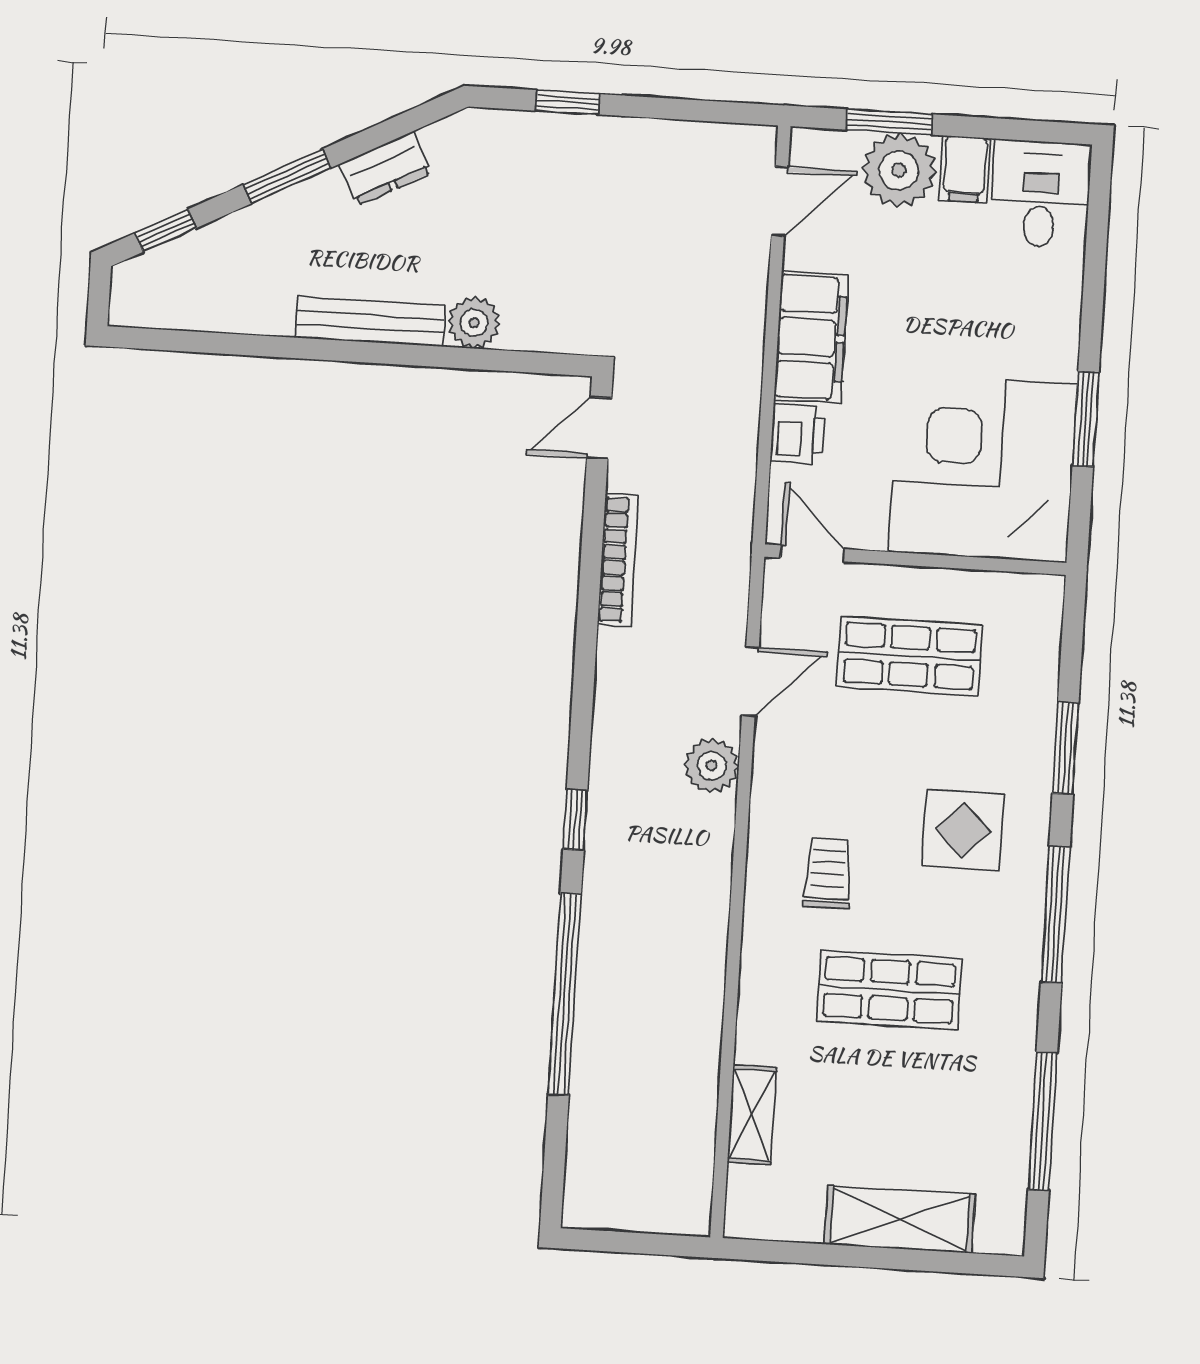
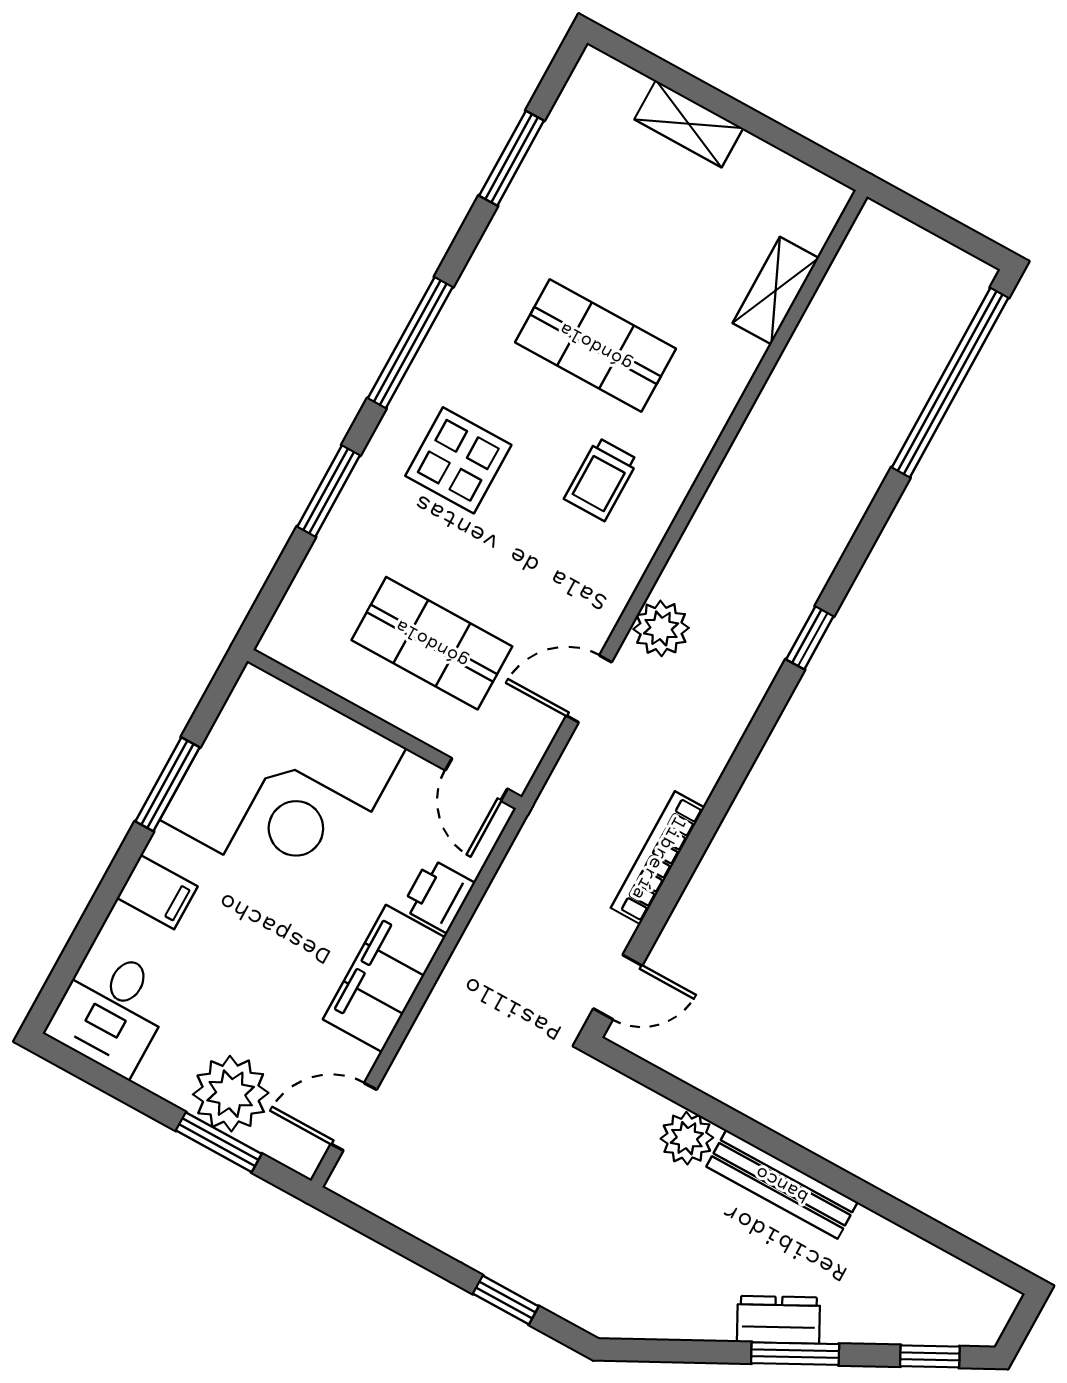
dresser: (385, 168) -> (779, 1320), moved
filing cabinet: (965, 169) -> (157, 892), moved, turned 90
window: (565, 994) -> (950, 383), moved
window: (1043, 1121) -> (512, 158), width x0.69
shelving: (900, 1219) -> (689, 124), width x0.67, depth x0.75

